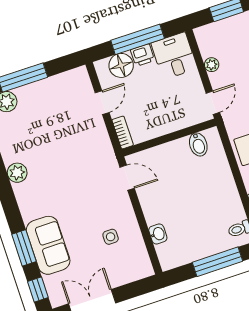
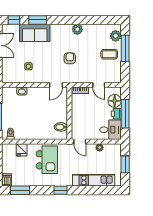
coffee table: (42, 102) -> (109, 54), added
armchair: (72, 169) -> (70, 58), added

